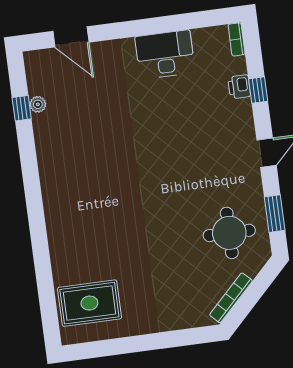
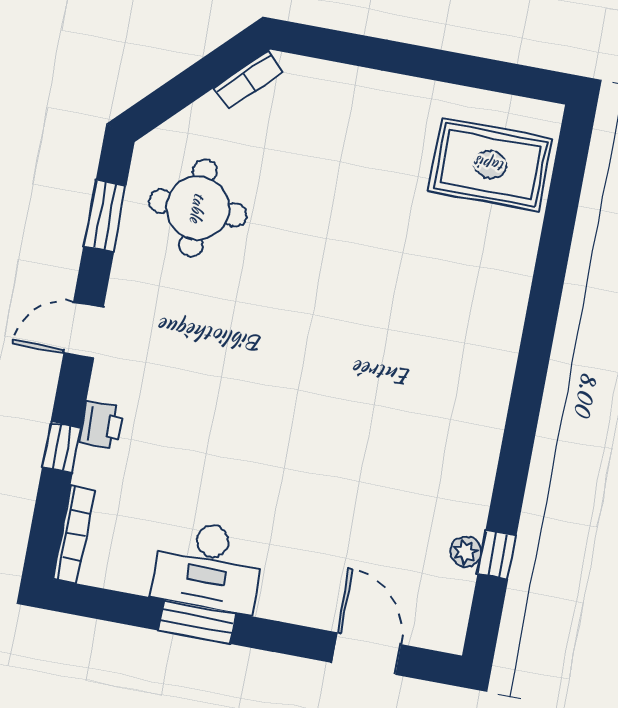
window: (161, 25) -> (197, 622), added
bookcase: (237, 39) -> (74, 534), width x1.56
printer: (239, 87) -> (101, 425), moved
bookcase: (231, 298) -> (248, 80), width x0.64

